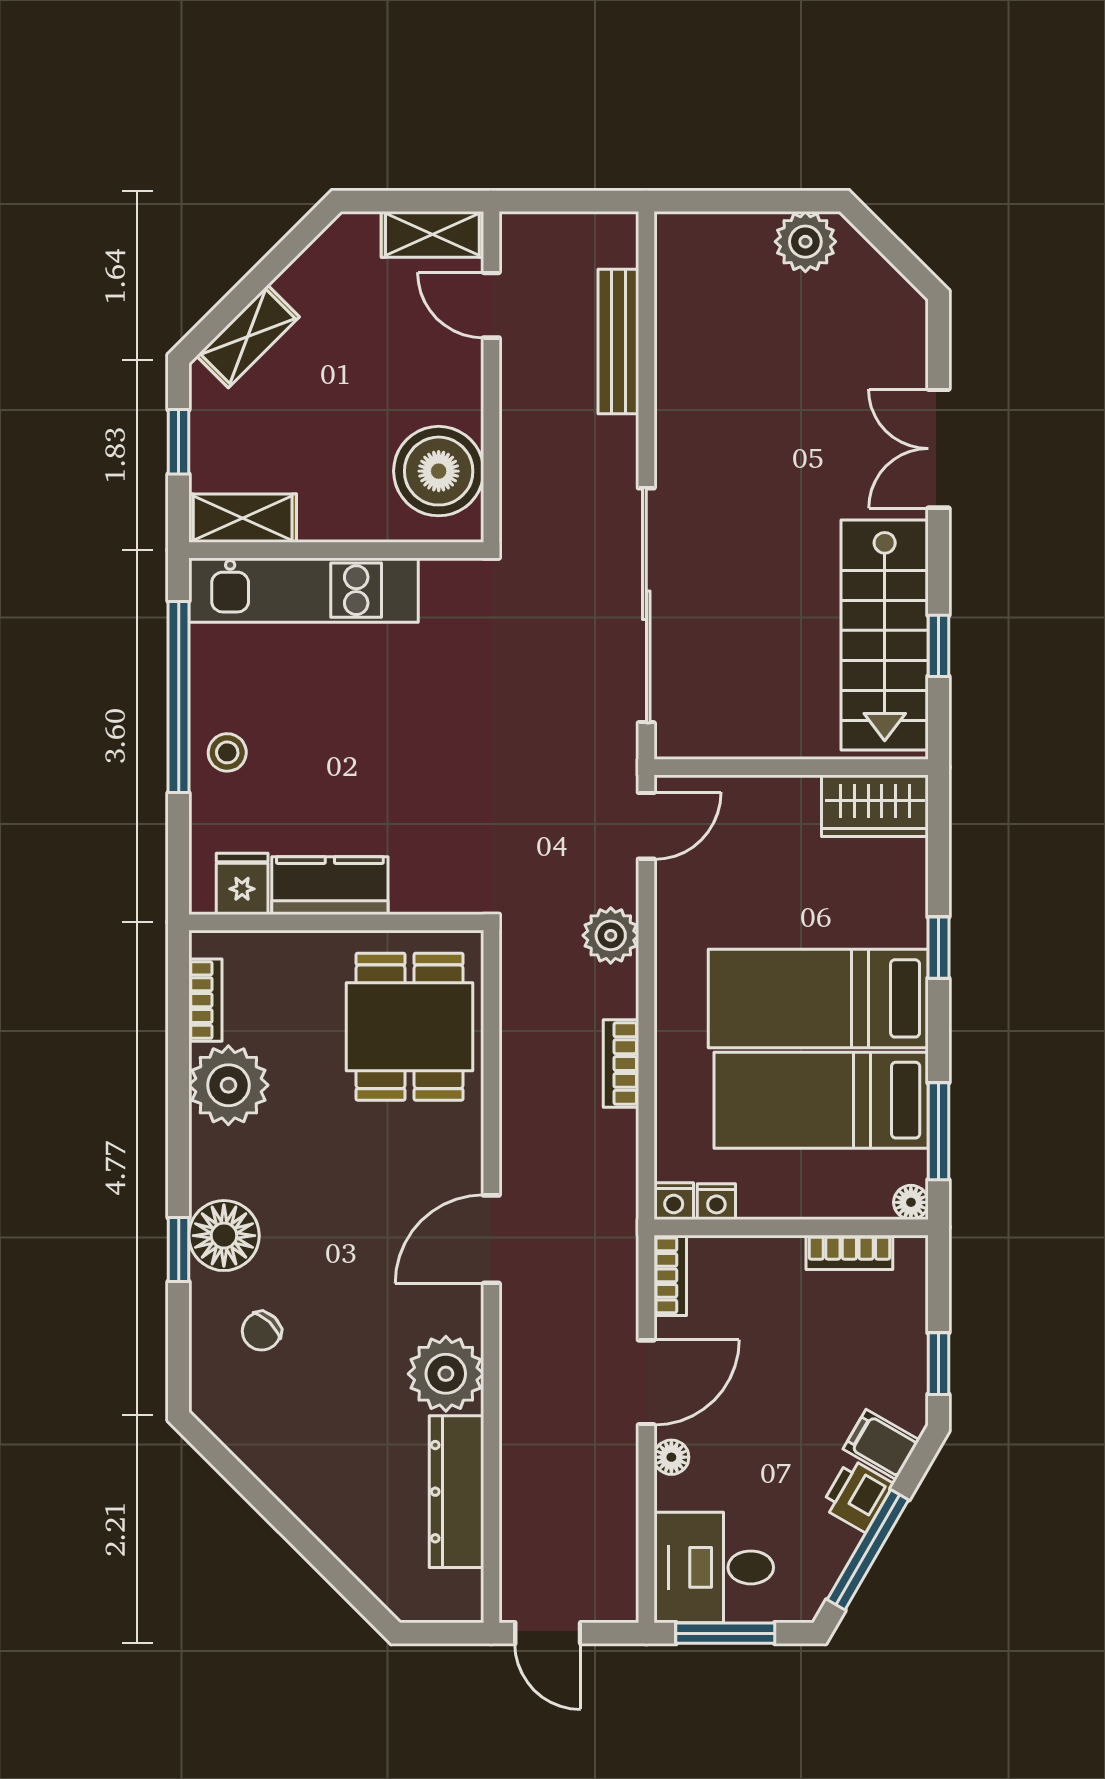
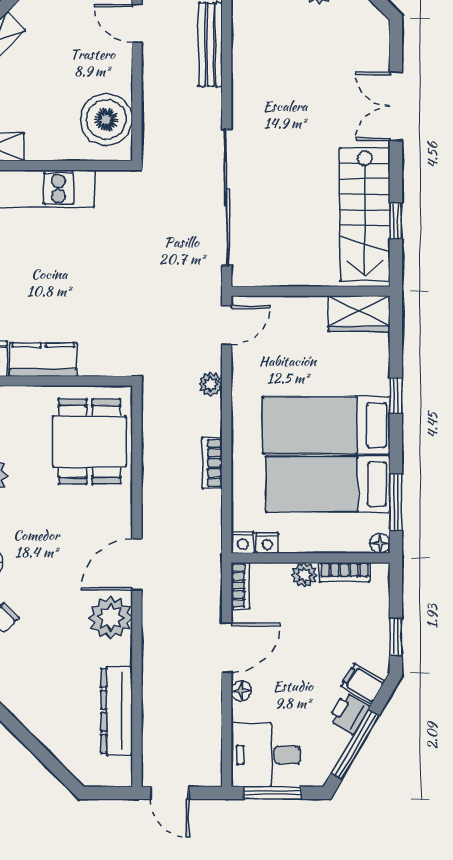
plant: (611, 935) -> (210, 384), width x0.73, depth x0.73
plant: (780, 1257) -> (304, 575), added
plant: (446, 1374) -> (110, 618), moved

